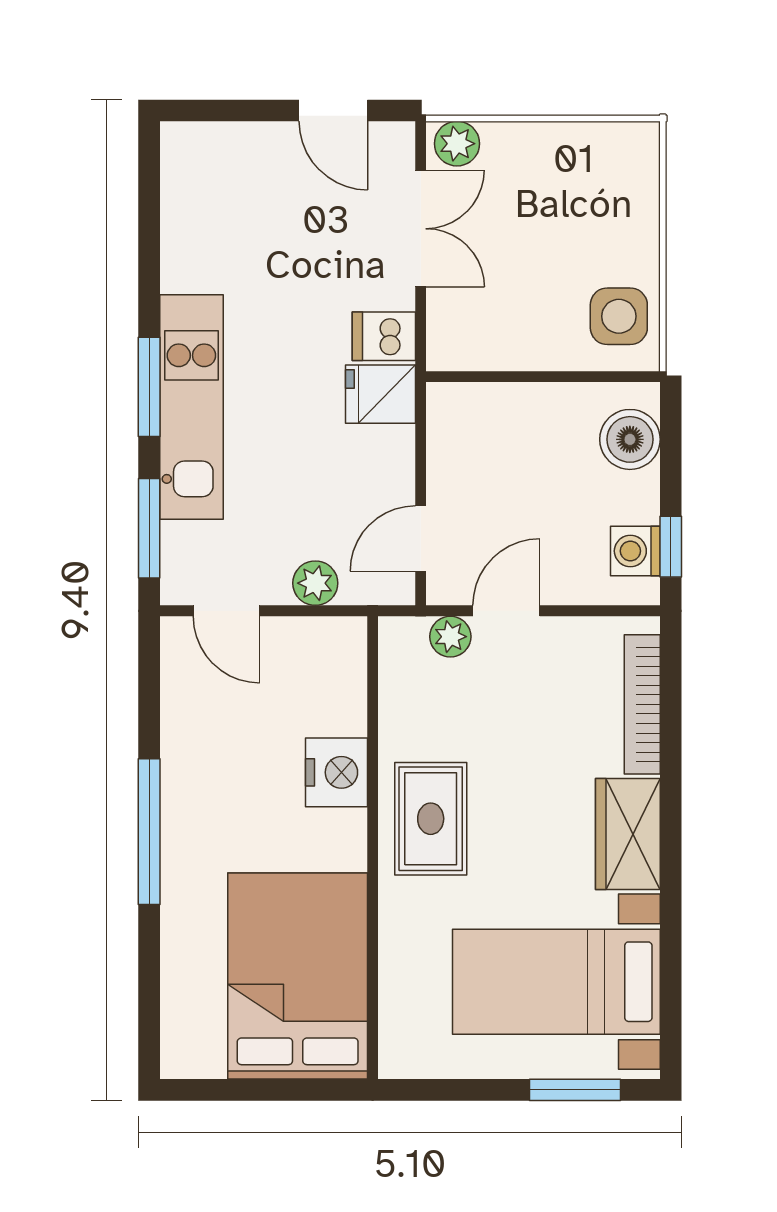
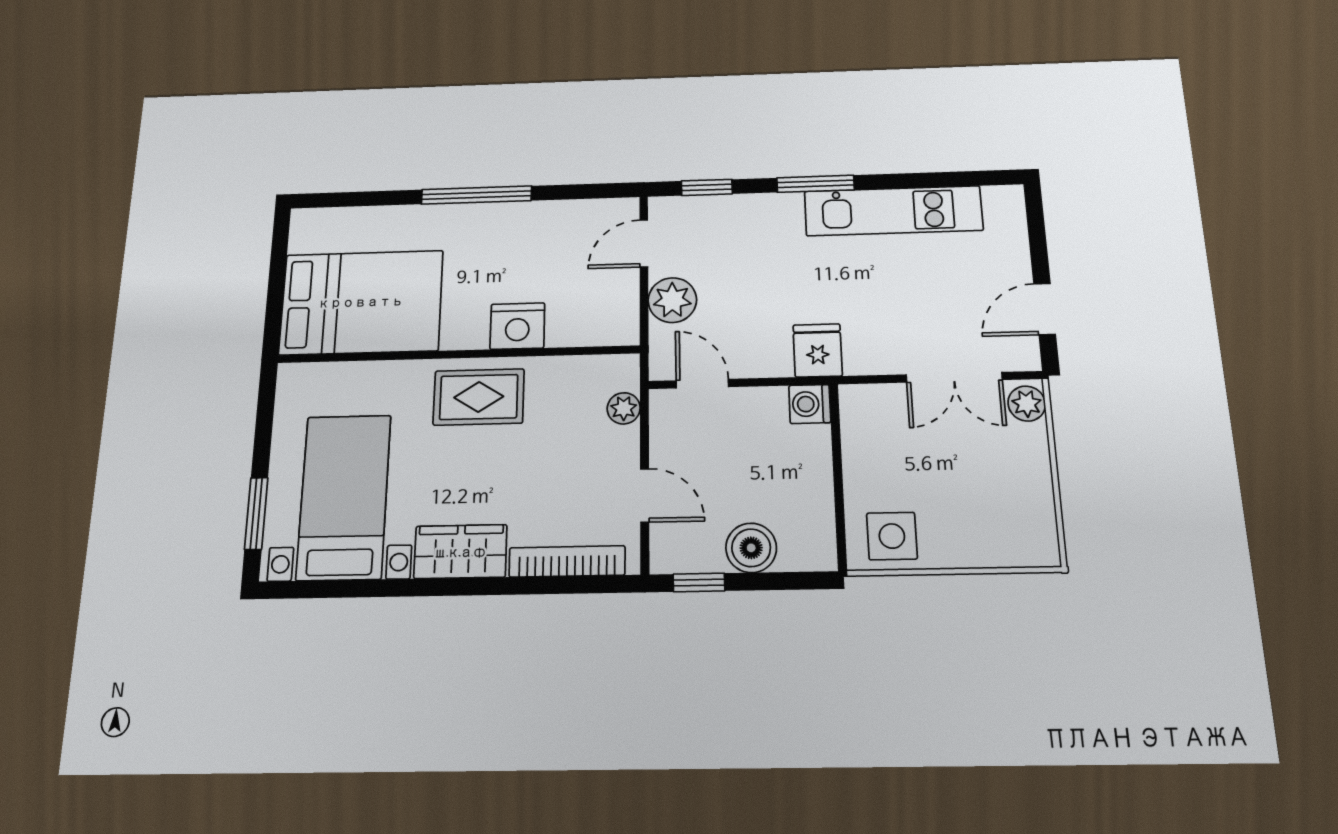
dishwasher: (384, 336) -> (864, 352), removed
kitchen unit: (191, 407) -> (893, 211), moved
boiler: (630, 439) -> (751, 548), moved
window: (149, 528) -> (707, 187), width x0.67
washing machine: (635, 551) -> (810, 404), moved, turned -90
plant: (315, 583) -> (672, 300), width x1.38, depth x1.38
door: (506, 611) -> (645, 495), moved

